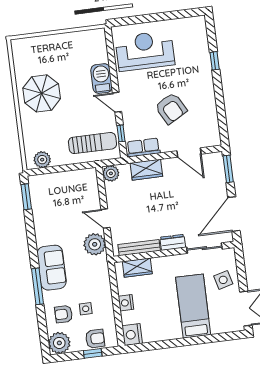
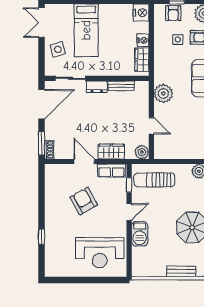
bench: (48, 41) -> (181, 271), added
door: (117, 102) -> (129, 212), hinge flipped
door: (189, 152) -> (84, 162), moved
shoe rack: (218, 163) -> (49, 150), added
door: (105, 219) -> (151, 126), moved
bench: (139, 248) -> (121, 86), width x0.73
wardrobe: (137, 268) -> (142, 60), moved, turned -90
armchair: (95, 339) -> (173, 13), turned -90

